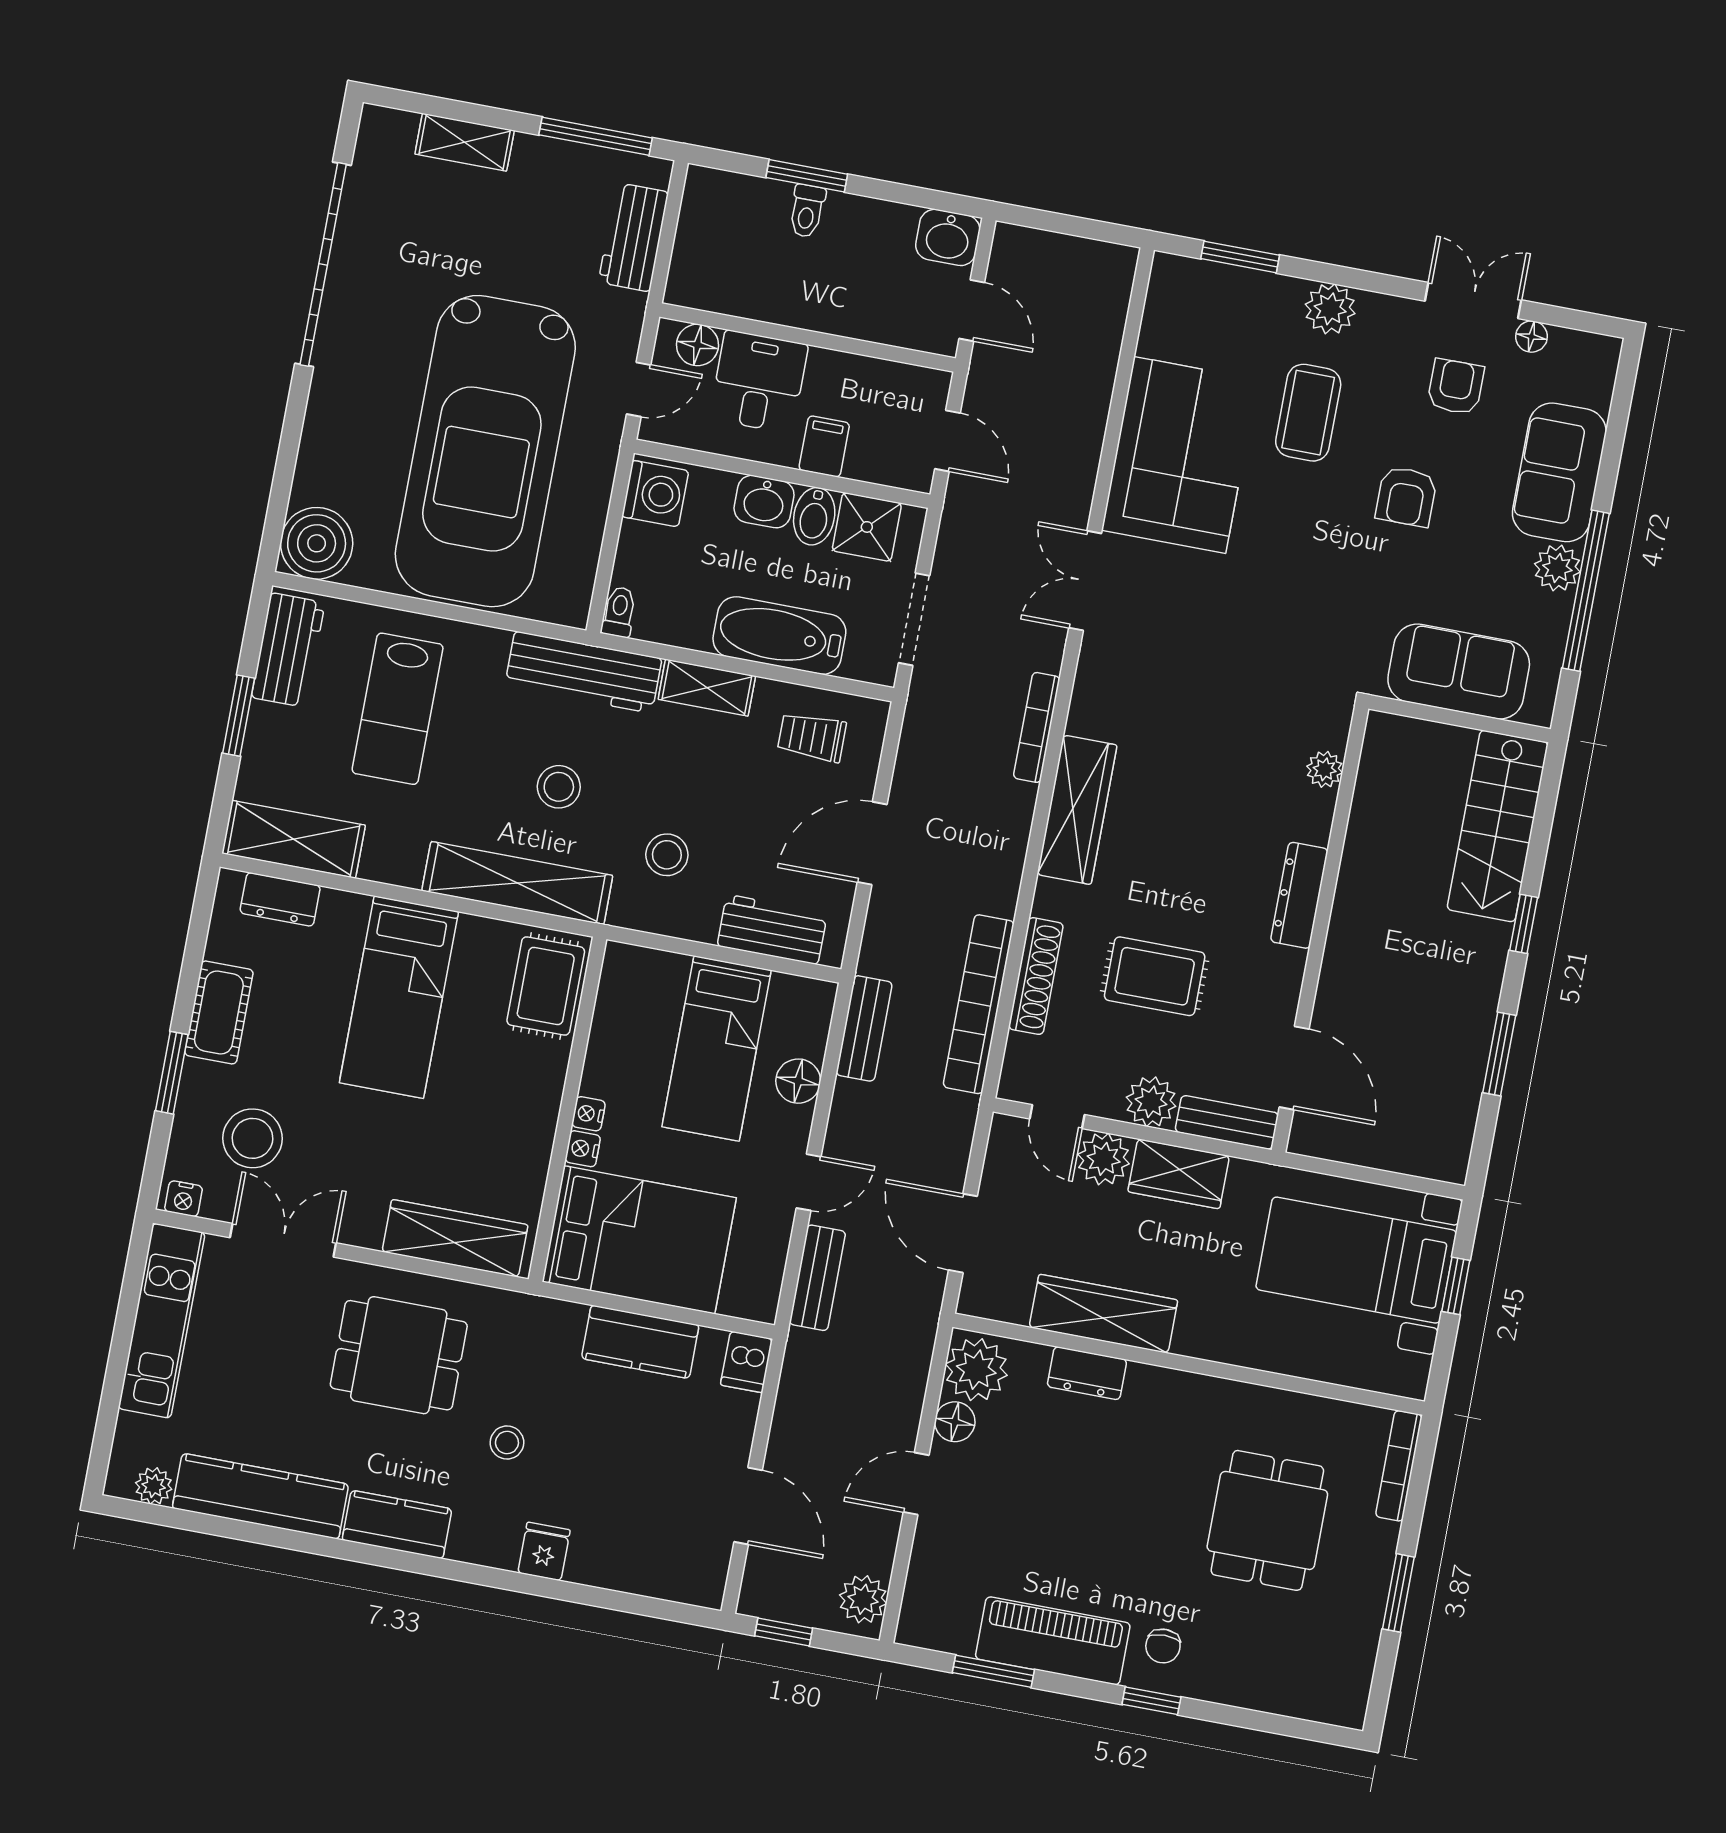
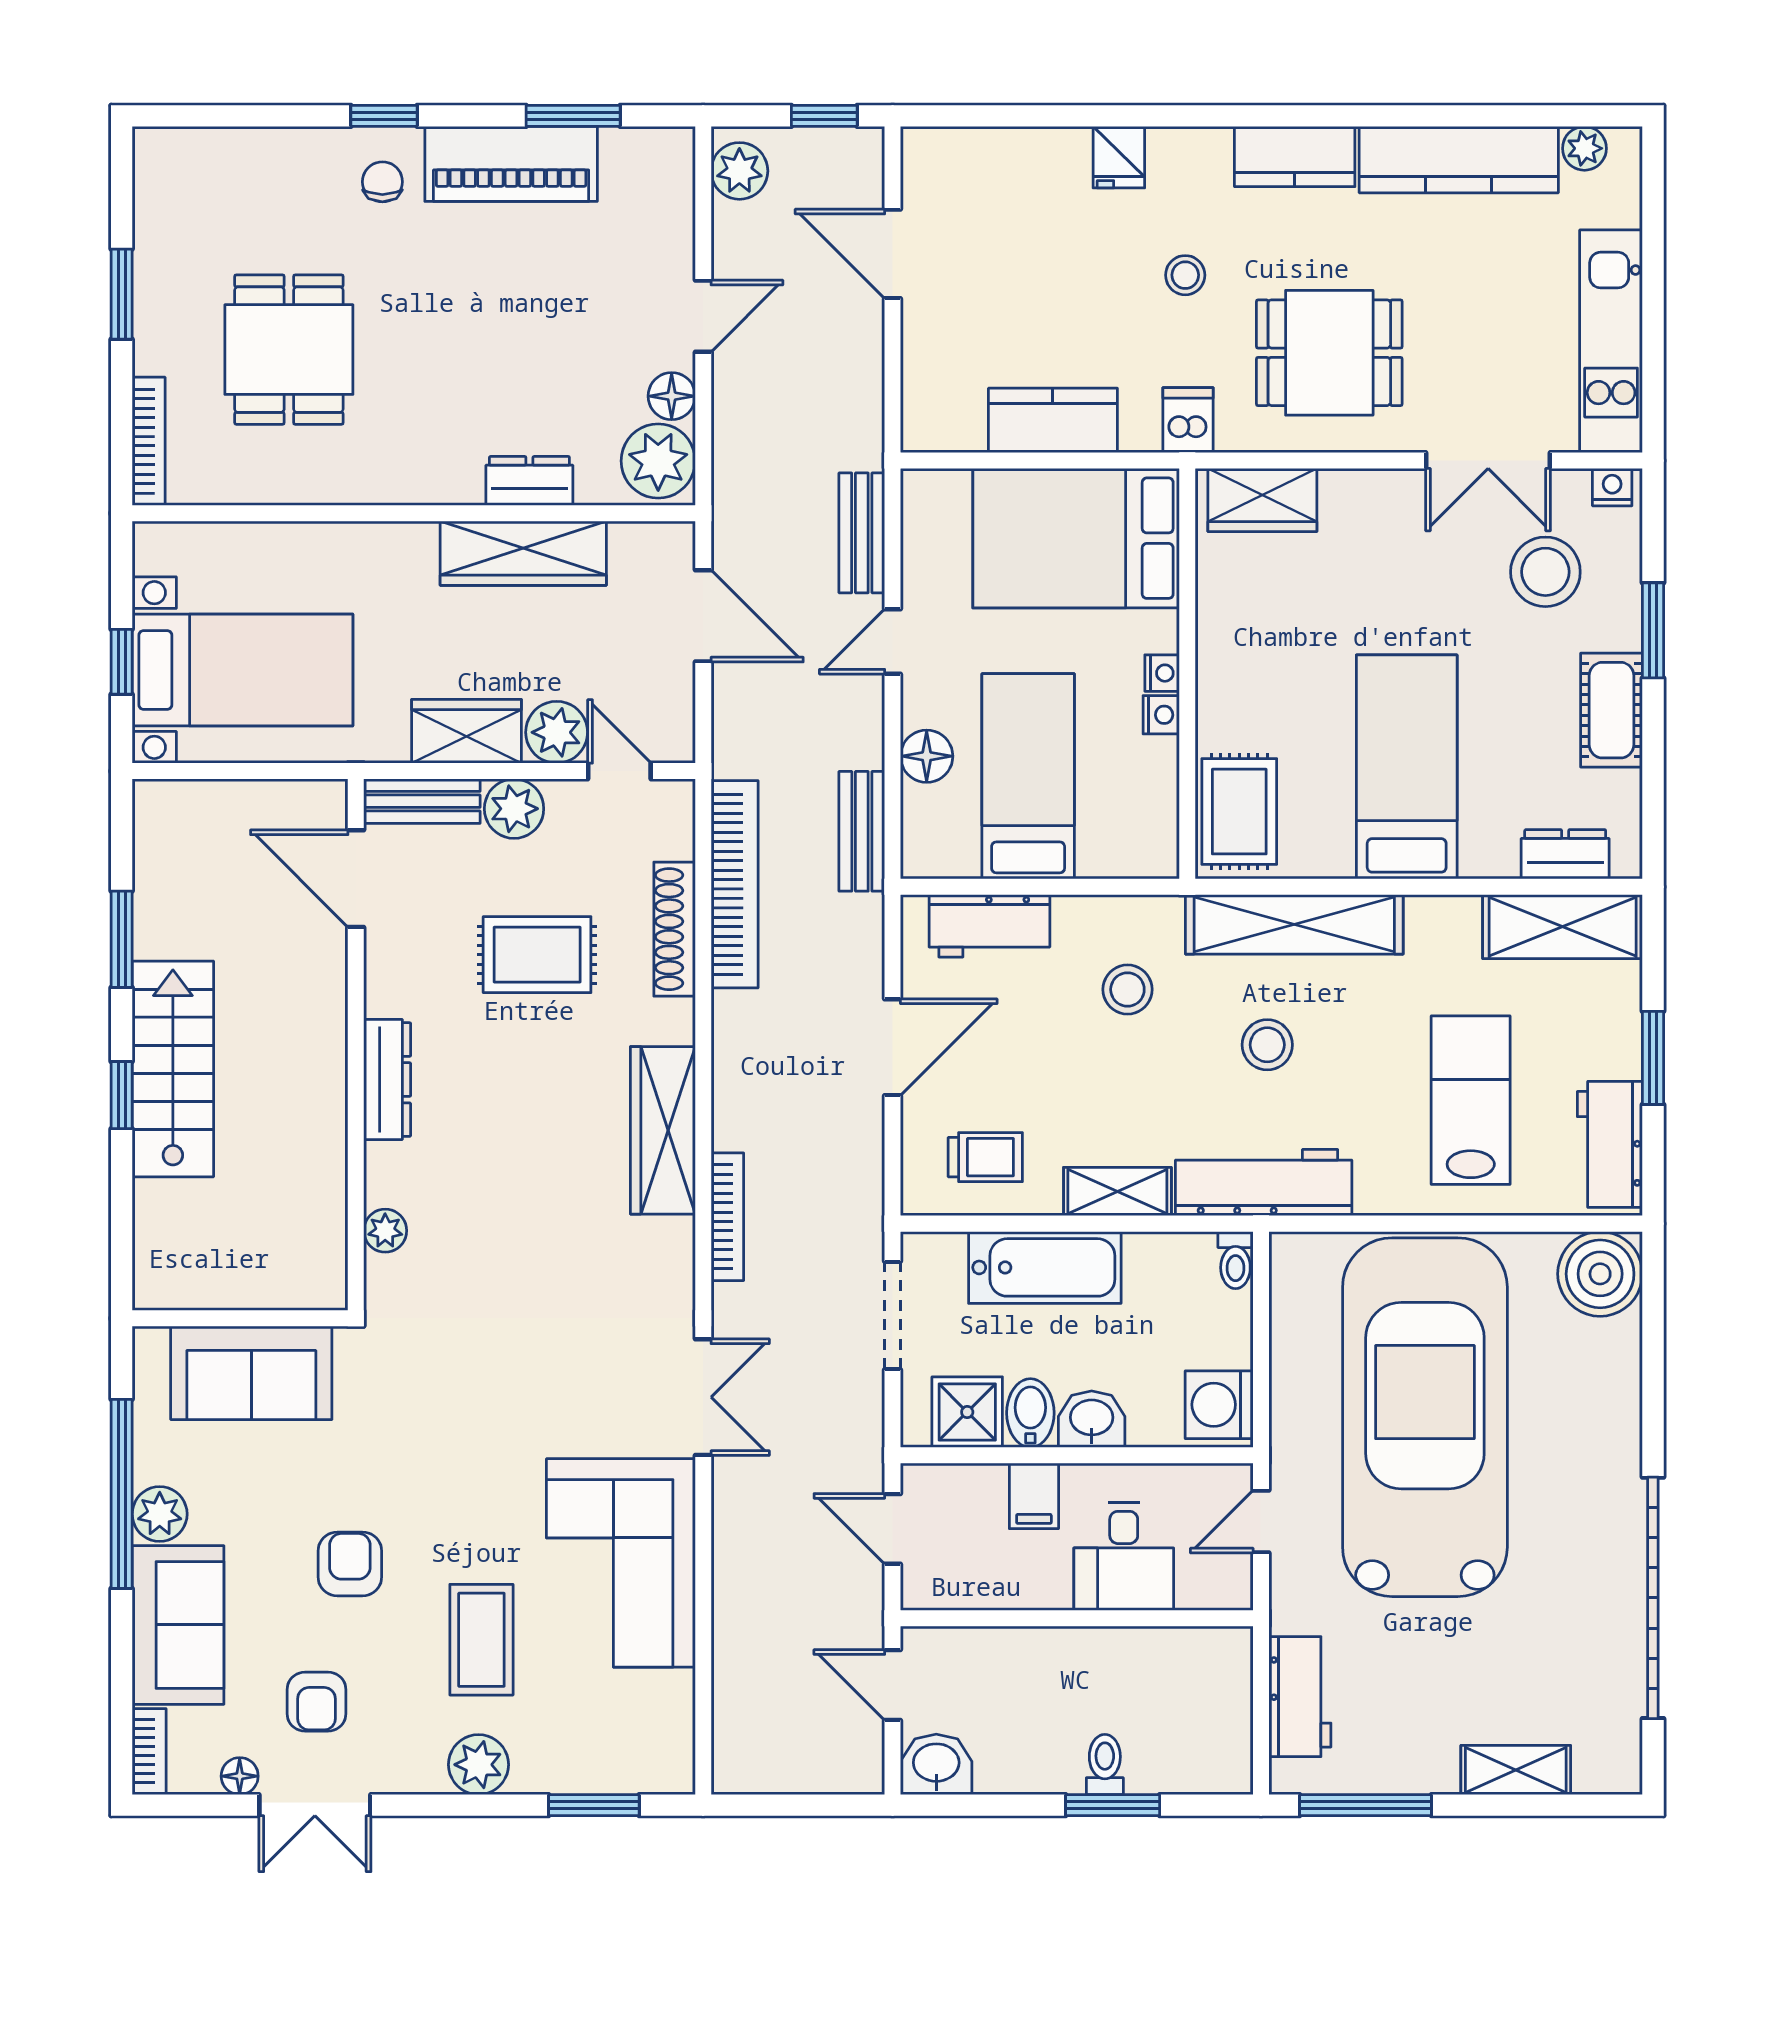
floor lamp: (697, 345) -> (1202, 1586), removed
bookcase: (1603, 372) -> (149, 1751), added
stairs: (1498, 826) -> (173, 1069), moved
nightstand: (583, 1149) -> (1161, 715), moved
wardrobe: (455, 1238) -> (1262, 500), width x0.67
dishwasher: (746, 1362) -> (1188, 420), moved

